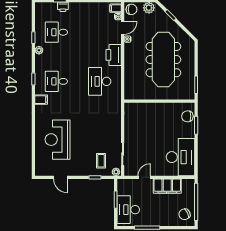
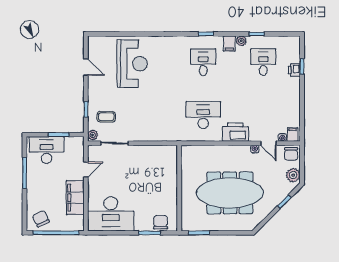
filing cabinet: (41, 100) -> (229, 44), moved
reception desk: (58, 140) -> (132, 64), turned 90
door: (60, 177) -> (86, 67), swing flipped
door: (144, 177) -> (86, 169), hinge flipped

